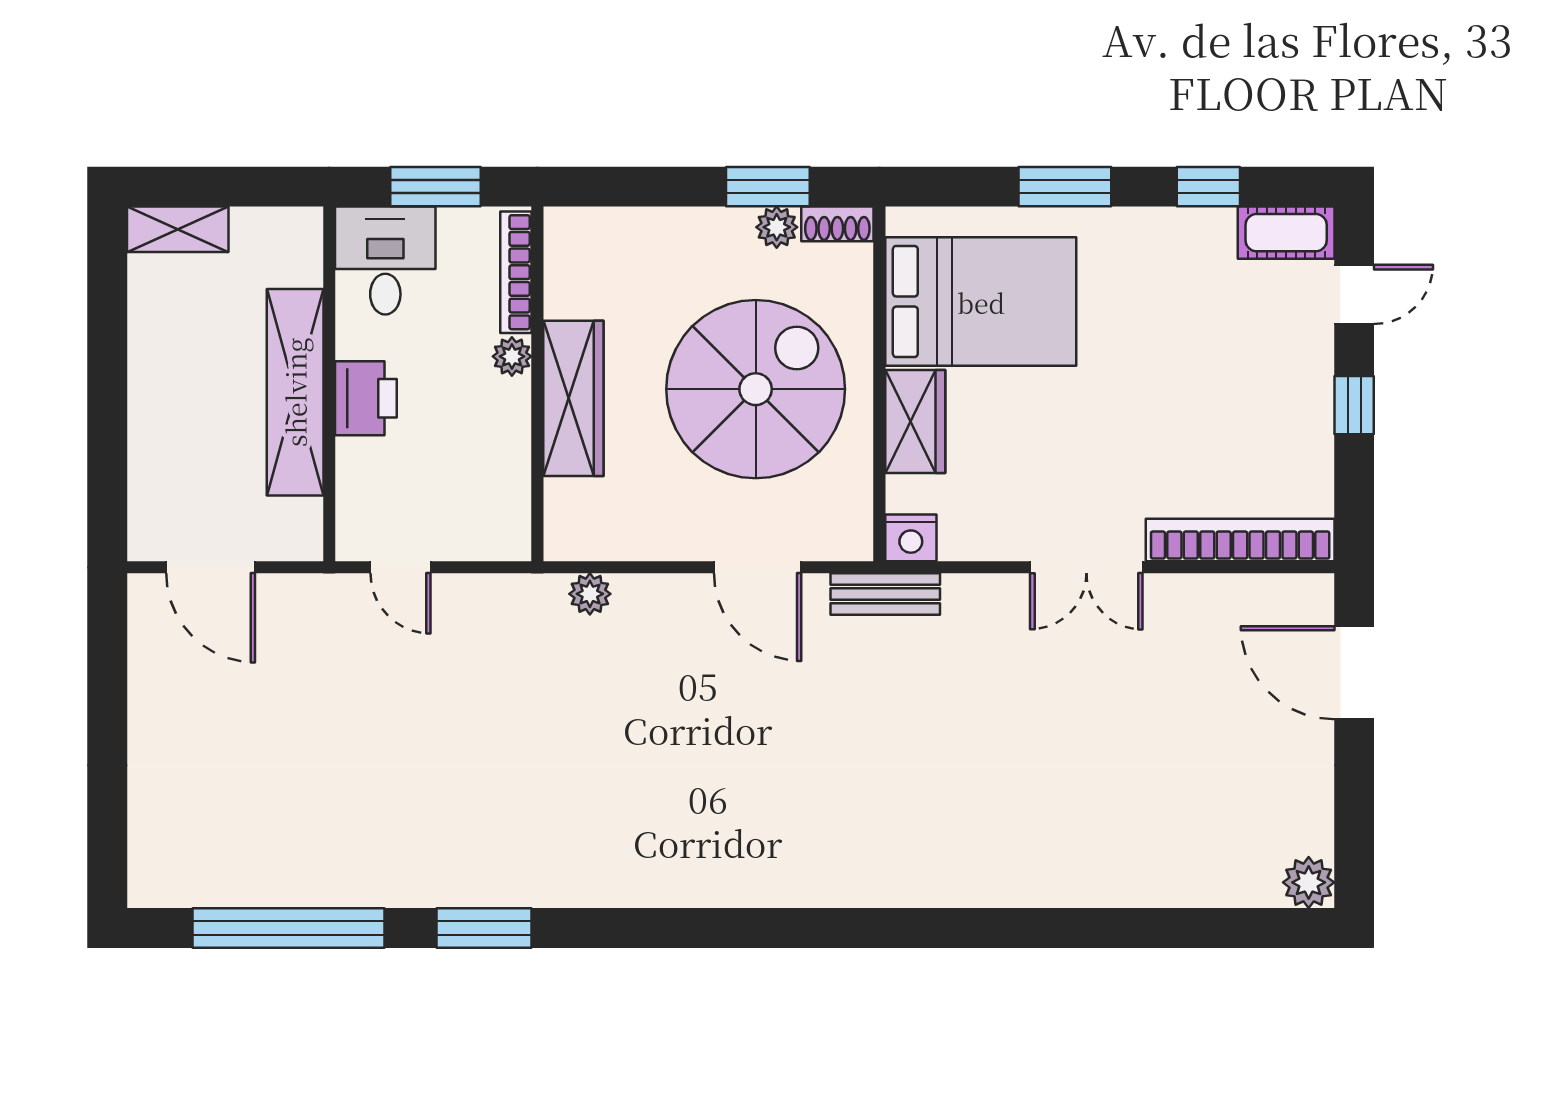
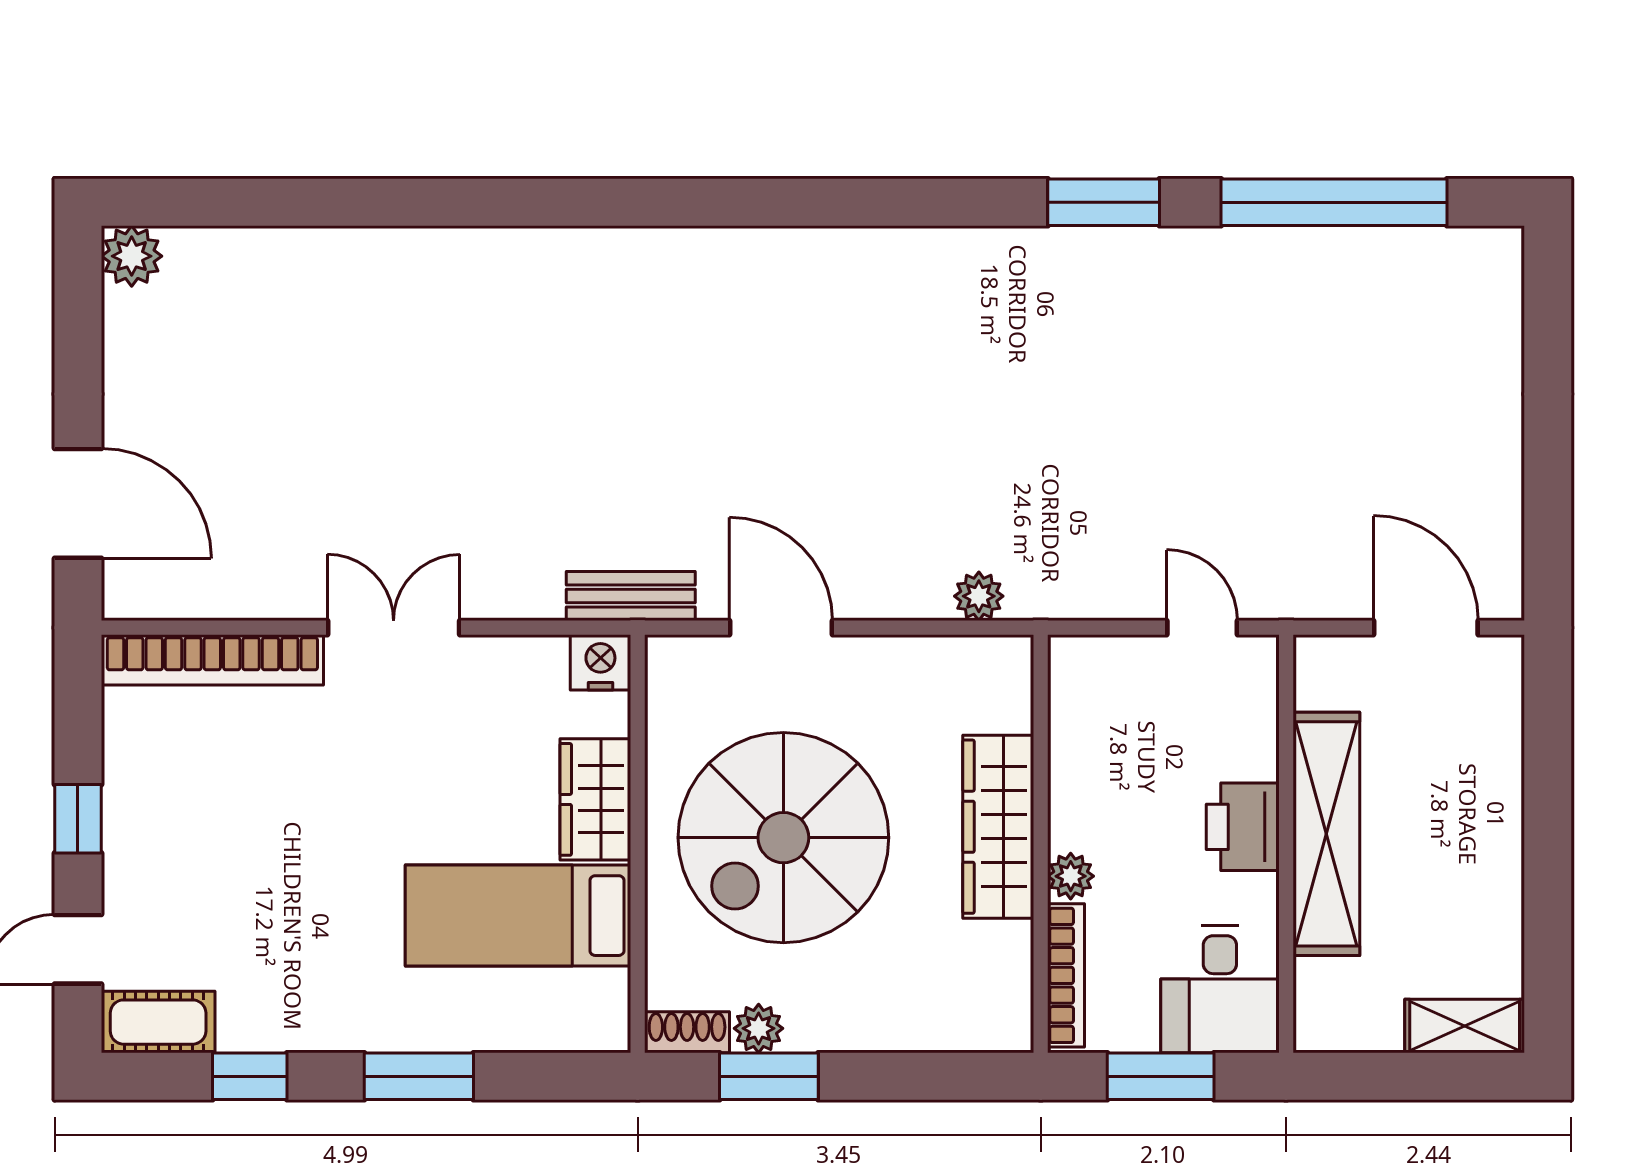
bed: (981, 302) -> (518, 916), width x0.67

